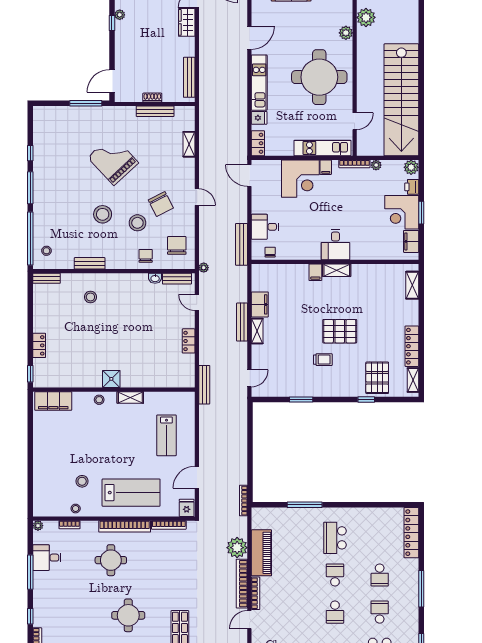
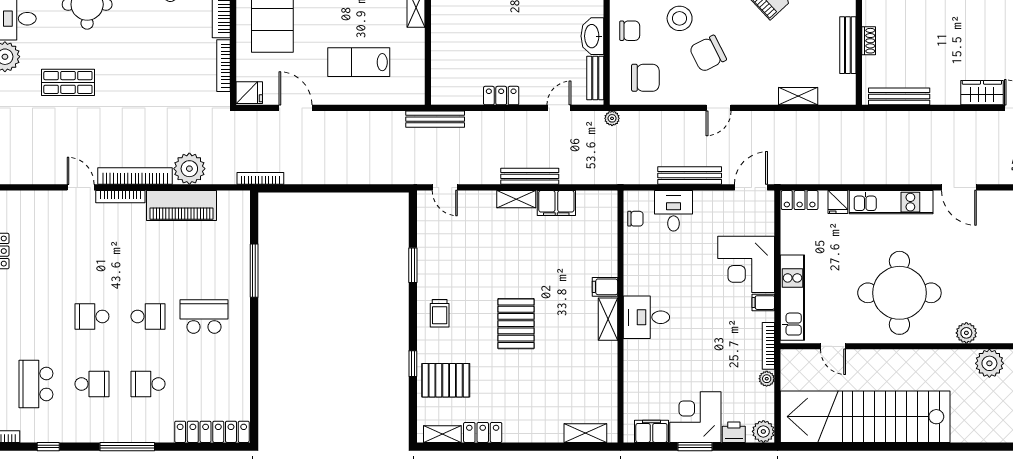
bench: (242, 244) -> (690, 175), moved
washbasin: (155, 278) -> (592, 36), width x1.91, depth x1.45
locker: (412, 346) -> (483, 432), width x0.66
trolley: (323, 360) -> (440, 313), moved

